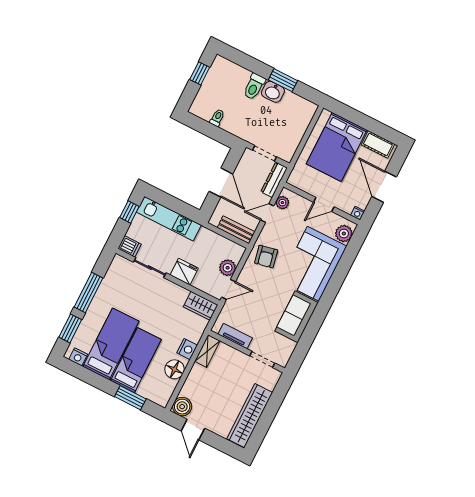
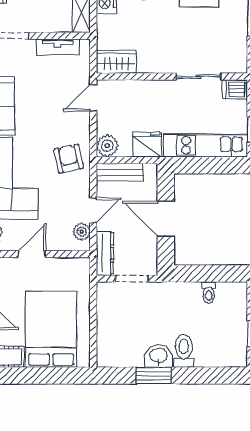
plant: (228, 268) -> (107, 146), moved
fridge: (184, 272) -> (147, 145), moved, turned 180

